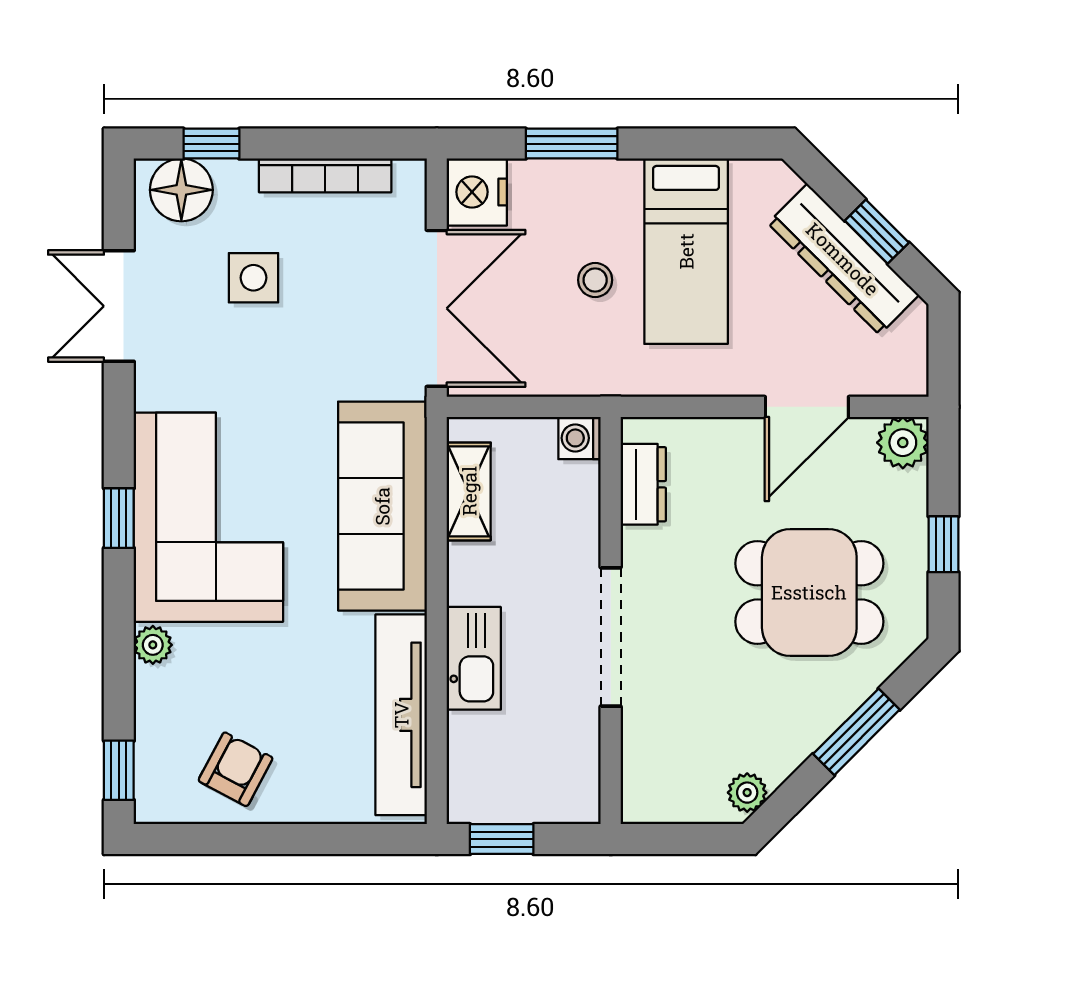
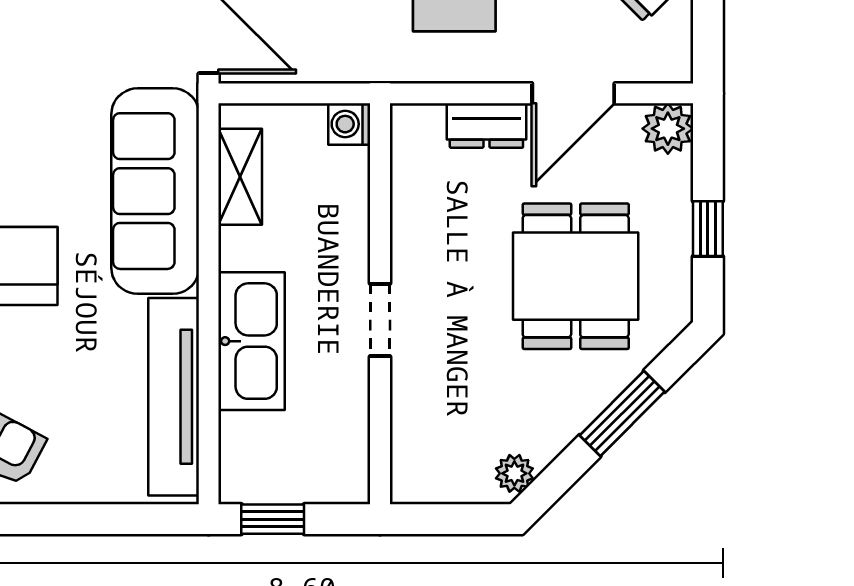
dresser: (643, 484) -> (486, 125), moved, turned 90
dining table: (809, 592) -> (576, 276), turned 90
doorway: (611, 637) -> (380, 320), width x0.53
kitchen sink: (474, 658) -> (252, 341), width x1.36, depth x1.24

